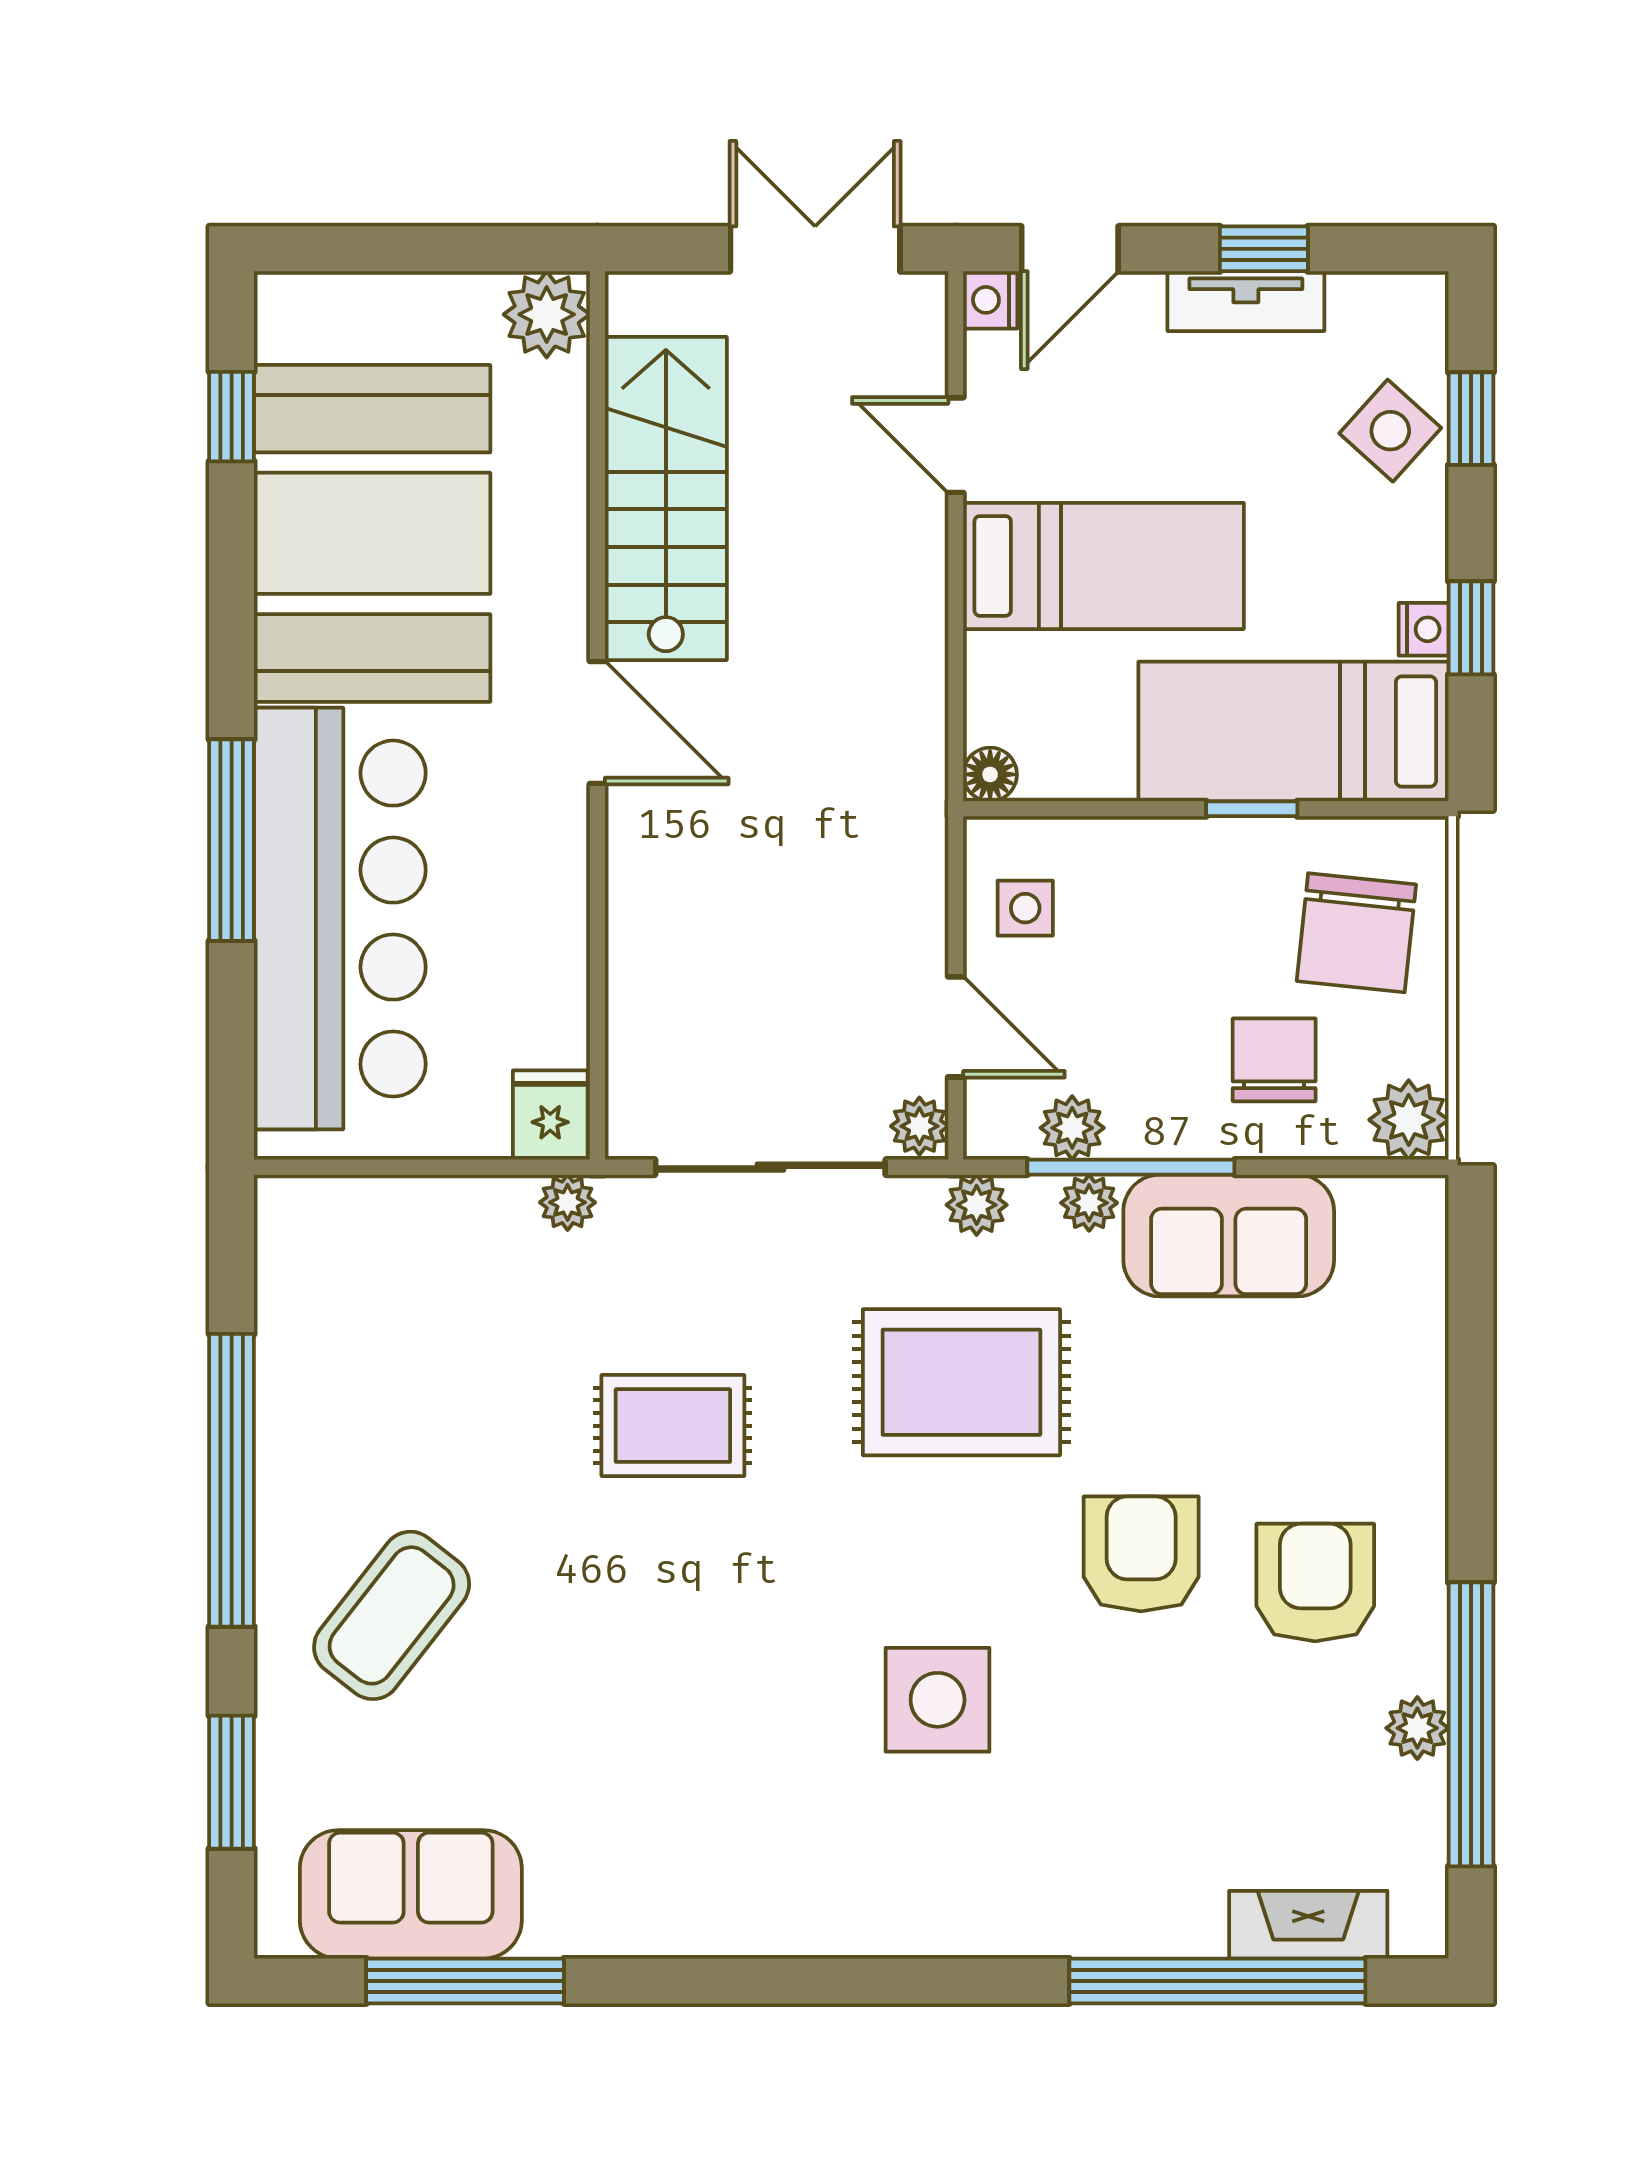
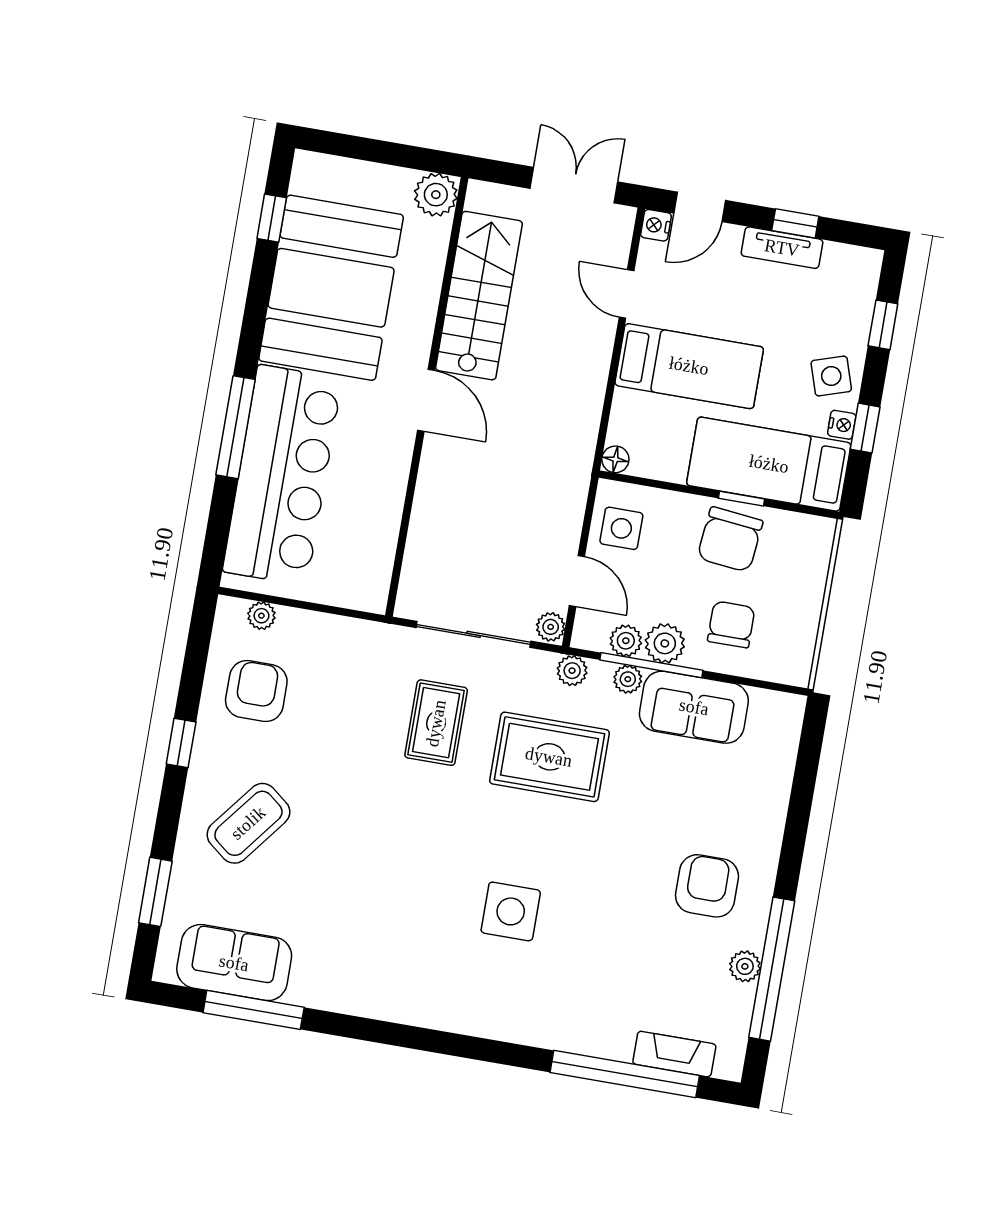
side table: (1390, 431) -> (831, 376), moved, turned 30
side table: (1025, 908) -> (621, 528), width x1.37, depth x1.37
chair: (1356, 933) -> (730, 539), moved
fridge: (550, 1115) -> (369, 590), removed
plant: (1409, 1120) -> (665, 643), moved
plant: (568, 1202) -> (261, 616), moved
rug: (673, 1426) -> (436, 723), moved, turned 90
window: (232, 1480) -> (181, 743), width x0.32
armchair: (1141, 1554) -> (256, 691), moved

